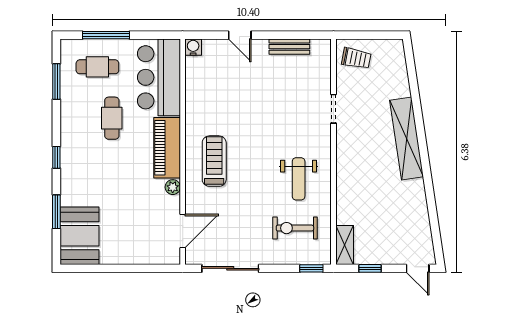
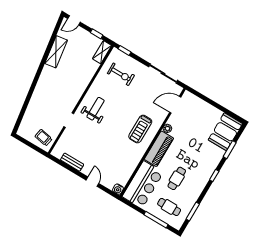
shelving: (407, 139) -> (56, 52), moved, width x0.68
weight bench: (299, 179) -> (96, 109), moved
door: (418, 268) -> (74, 20), swing flipped

